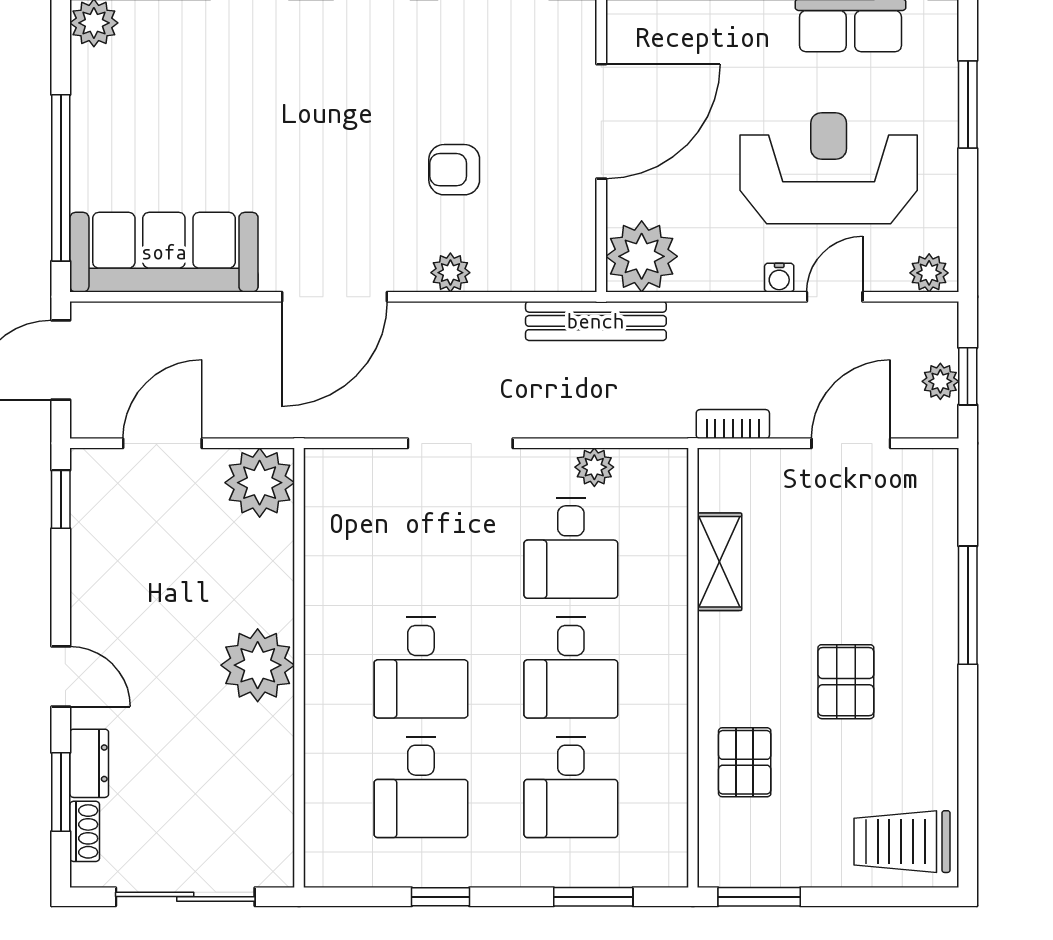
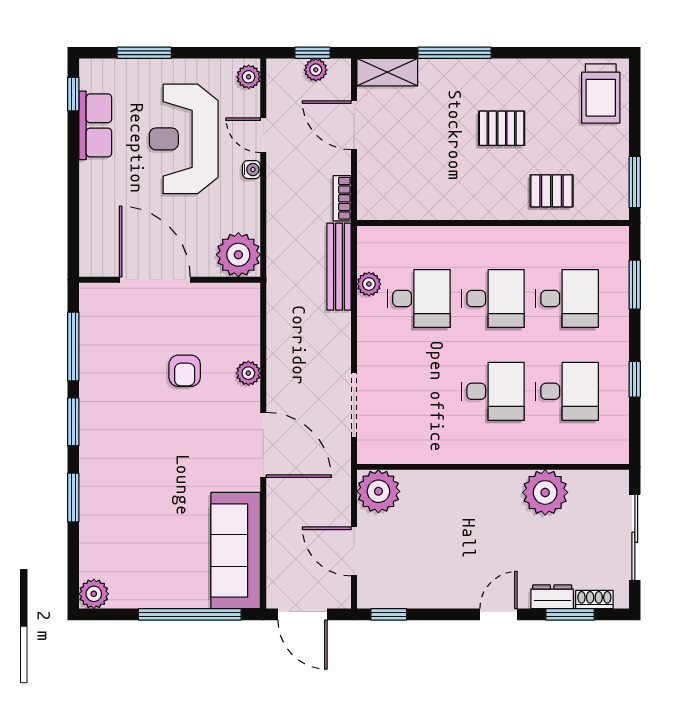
bench: (596, 321) -> (339, 267), moved
doorway: (460, 443) -> (354, 405), moved
shelving: (719, 562) -> (387, 72), moved
plant: (258, 665) -> (545, 492), moved

